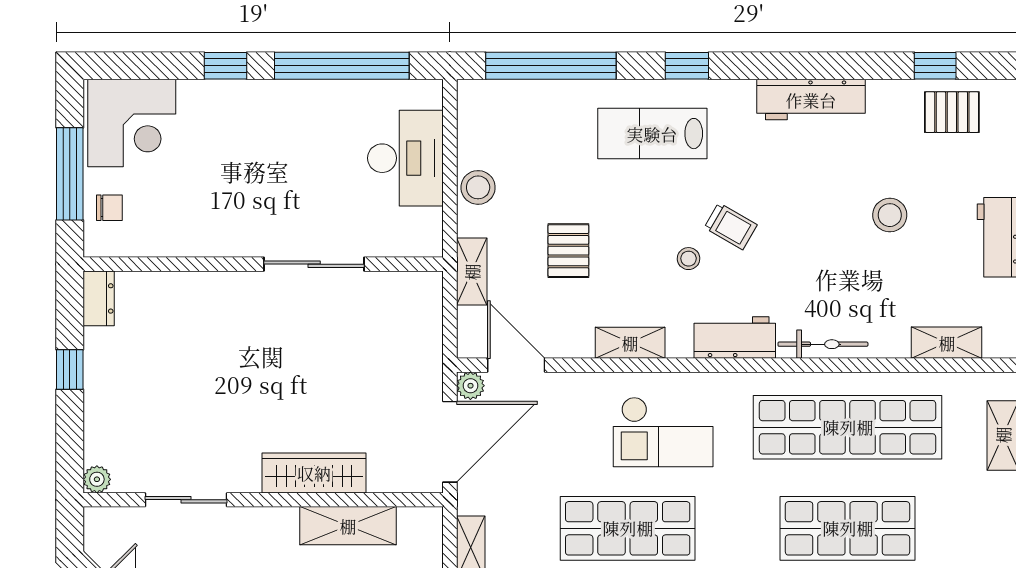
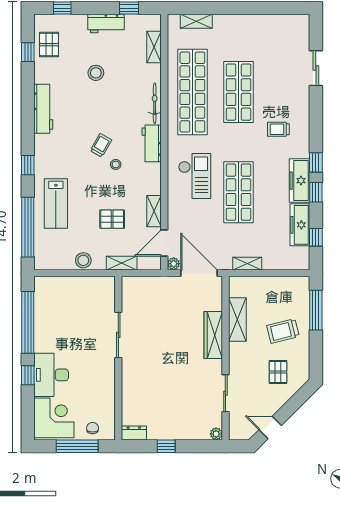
lab bench: (652, 134) -> (56, 204), moved
desk: (405, 158) -> (51, 375), moved, turned -90
shelving: (630, 343) -> (154, 211), moved

